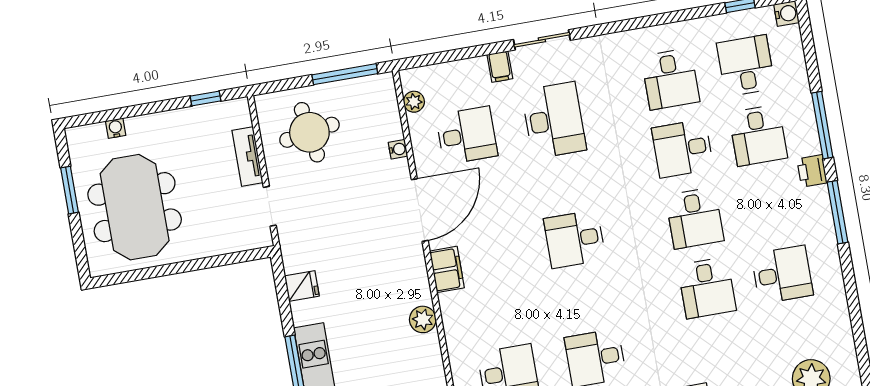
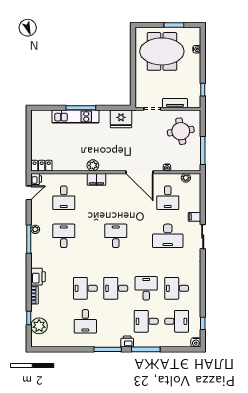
filing cabinet: (447, 269) -> (96, 179), moved
fridge: (302, 286) -> (121, 119), width x1.88, depth x1.34

